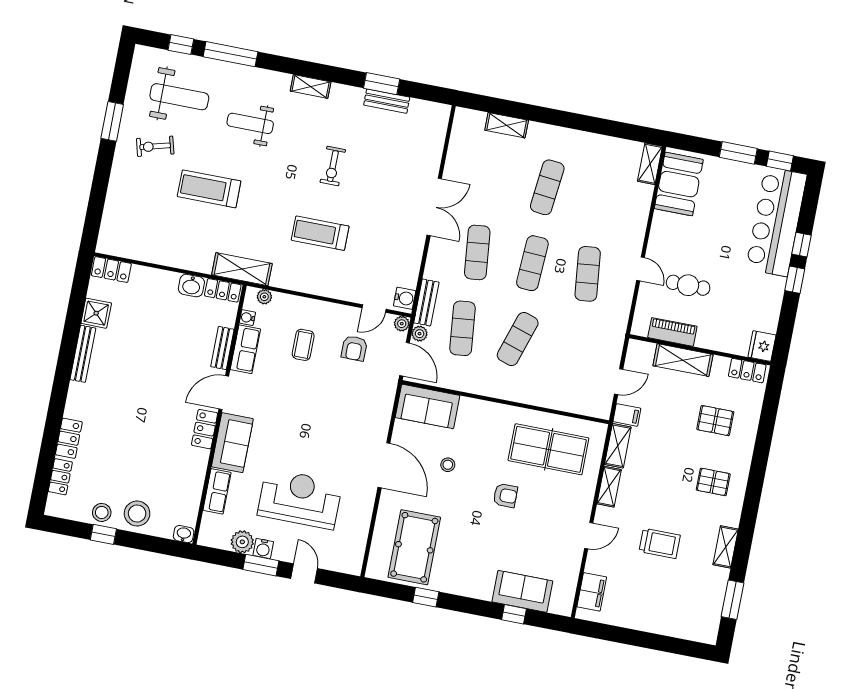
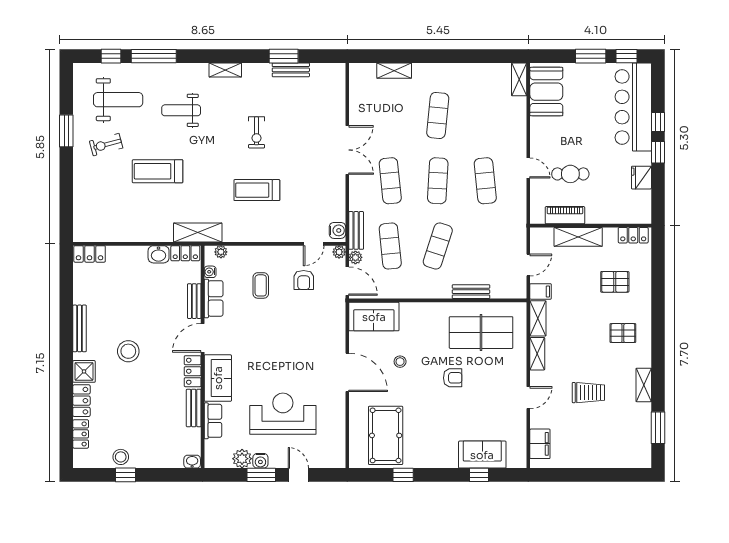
shower: (96, 313) -> (84, 371), moved
fridge: (762, 346) -> (641, 178), moved
bench: (546, 399) -> (471, 292), added
bench: (198, 472) -> (194, 408), added
stool: (137, 514) -> (128, 351), moved

